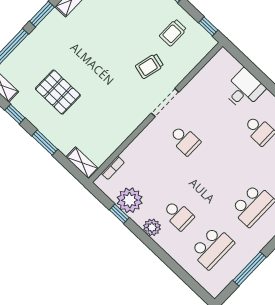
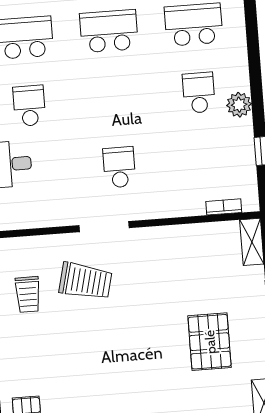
trolley: (173, 33) -> (28, 294), turned 90
trolley: (150, 66) -> (86, 281), width x1.36, depth x1.39
plant: (130, 200) -> (237, 156), removed

